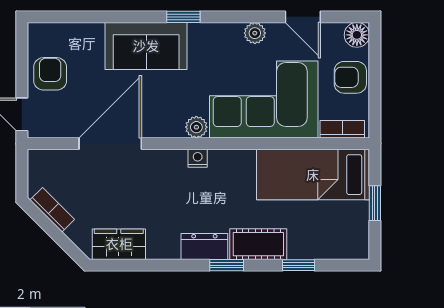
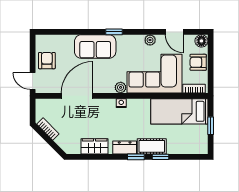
wardrobe: (119, 244) -> (95, 146), moved
window: (298, 265) -> (161, 157), moved

